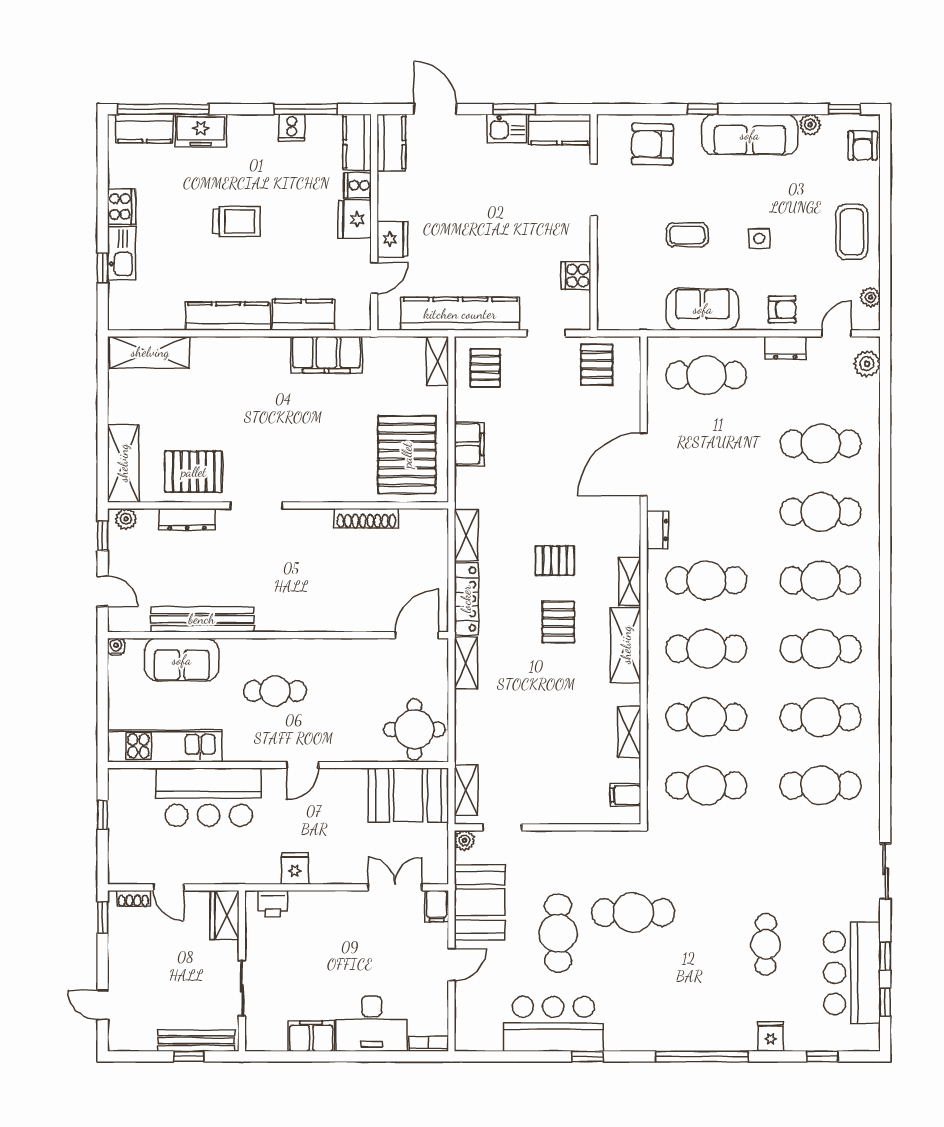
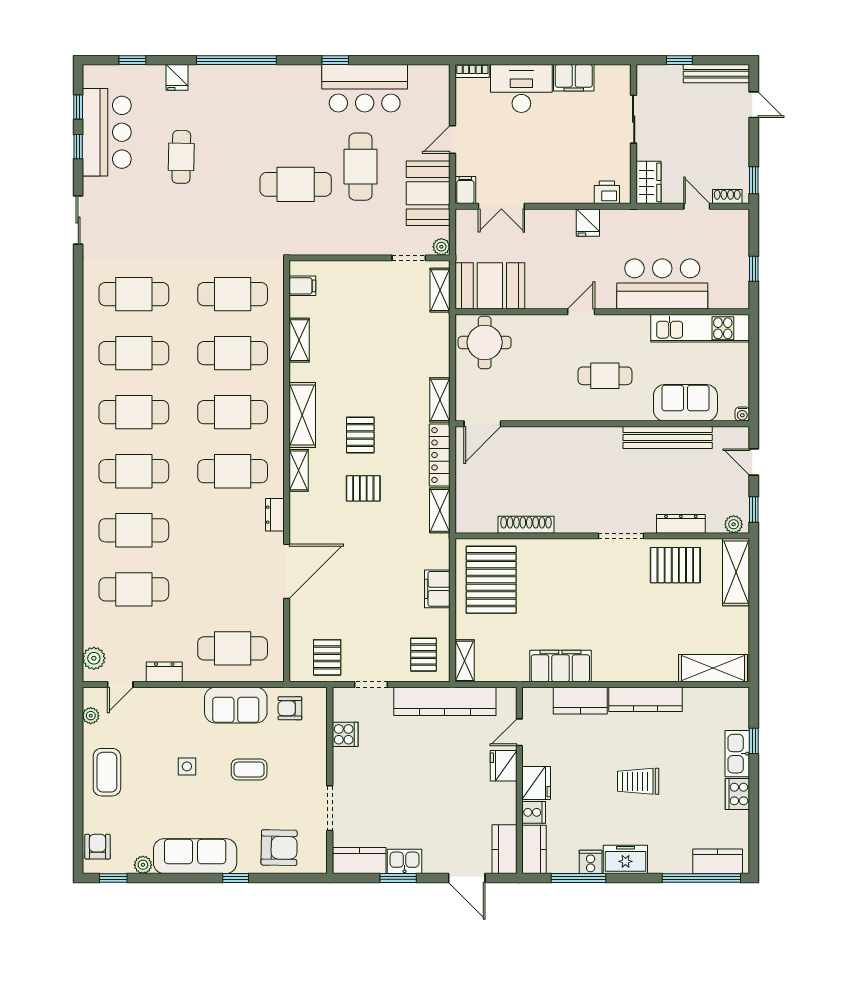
freezer: (201, 131) -> (625, 859), moved
armchair: (782, 309) -> (290, 708), moved
bench: (196, 1041) -> (716, 74), moved

